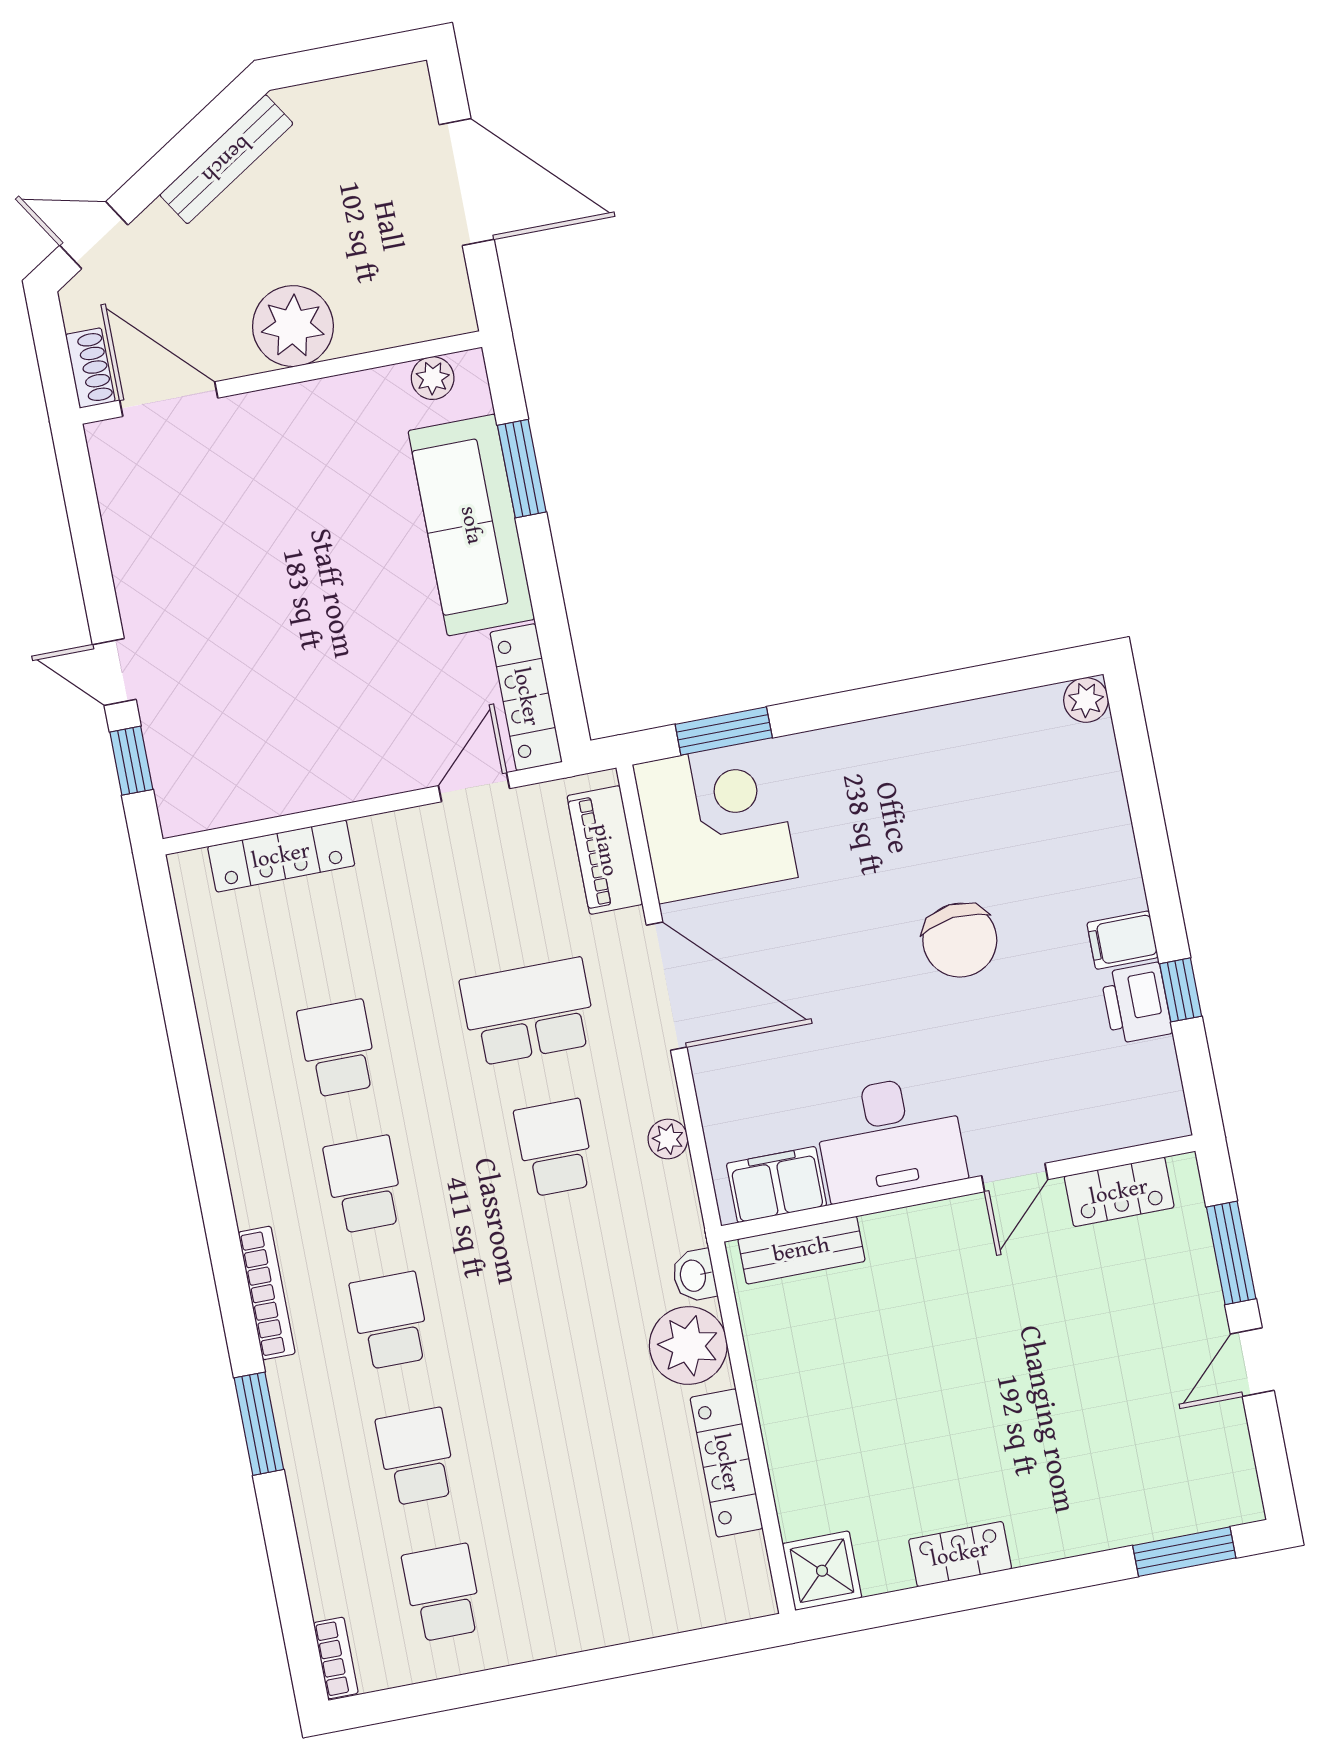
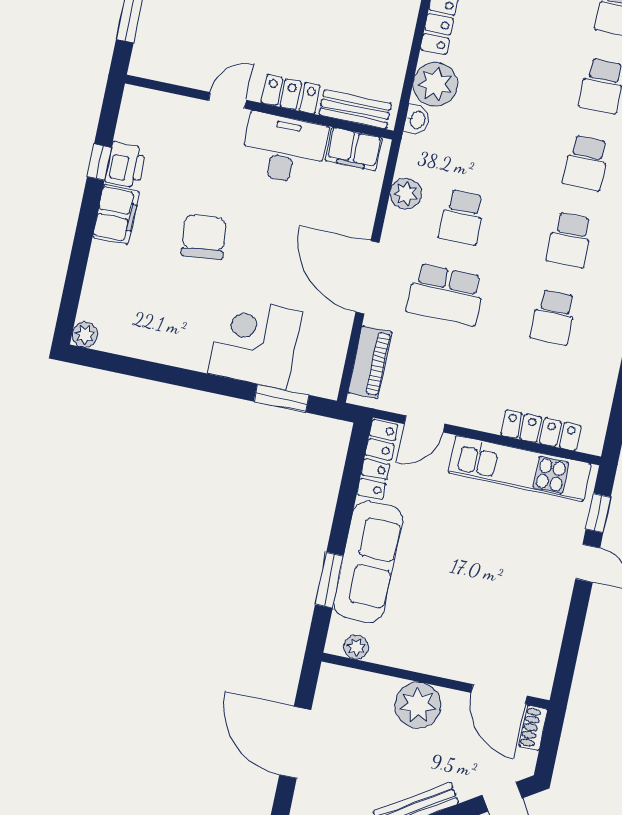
kitchen unit: (289, 780) -> (520, 468), added
corner desk: (715, 821) -> (255, 342), moved, turned 90
filing cabinet: (1122, 940) -> (116, 214), width x2.00
plant: (668, 1139) -> (405, 194), width x1.38, depth x1.38
locker: (1119, 1192) -> (291, 94), moved

